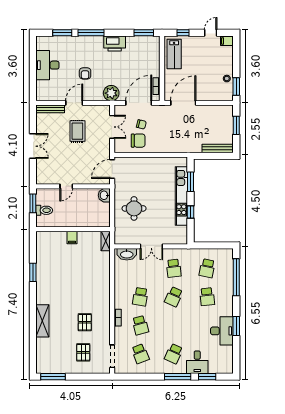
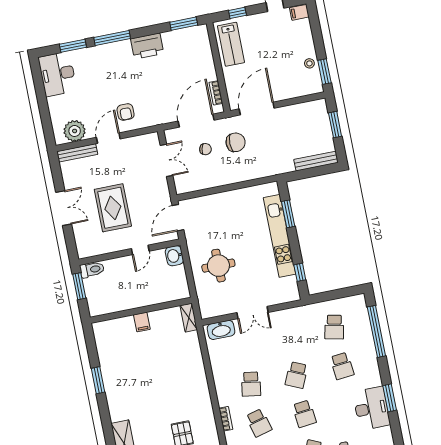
desk: (47, 65) -> (58, 74), moved
armchair: (85, 73) -> (126, 112), moved
plant: (111, 93) -> (75, 131), moved
rug: (77, 131) -> (113, 208), moved, width x1.36, depth x1.43
chair: (138, 141) -> (236, 142), moved
door: (66, 186) -> (140, 250), moved
toilet: (44, 210) -> (92, 270), moved
window: (190, 212) -> (300, 272), moved
school desk: (174, 268) -> (304, 414), moved

